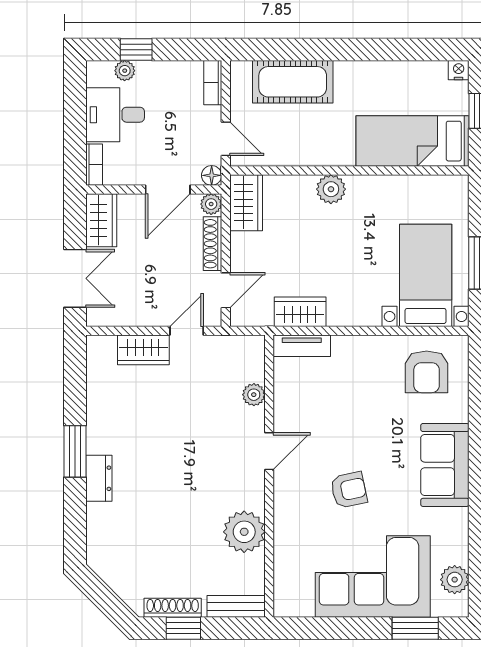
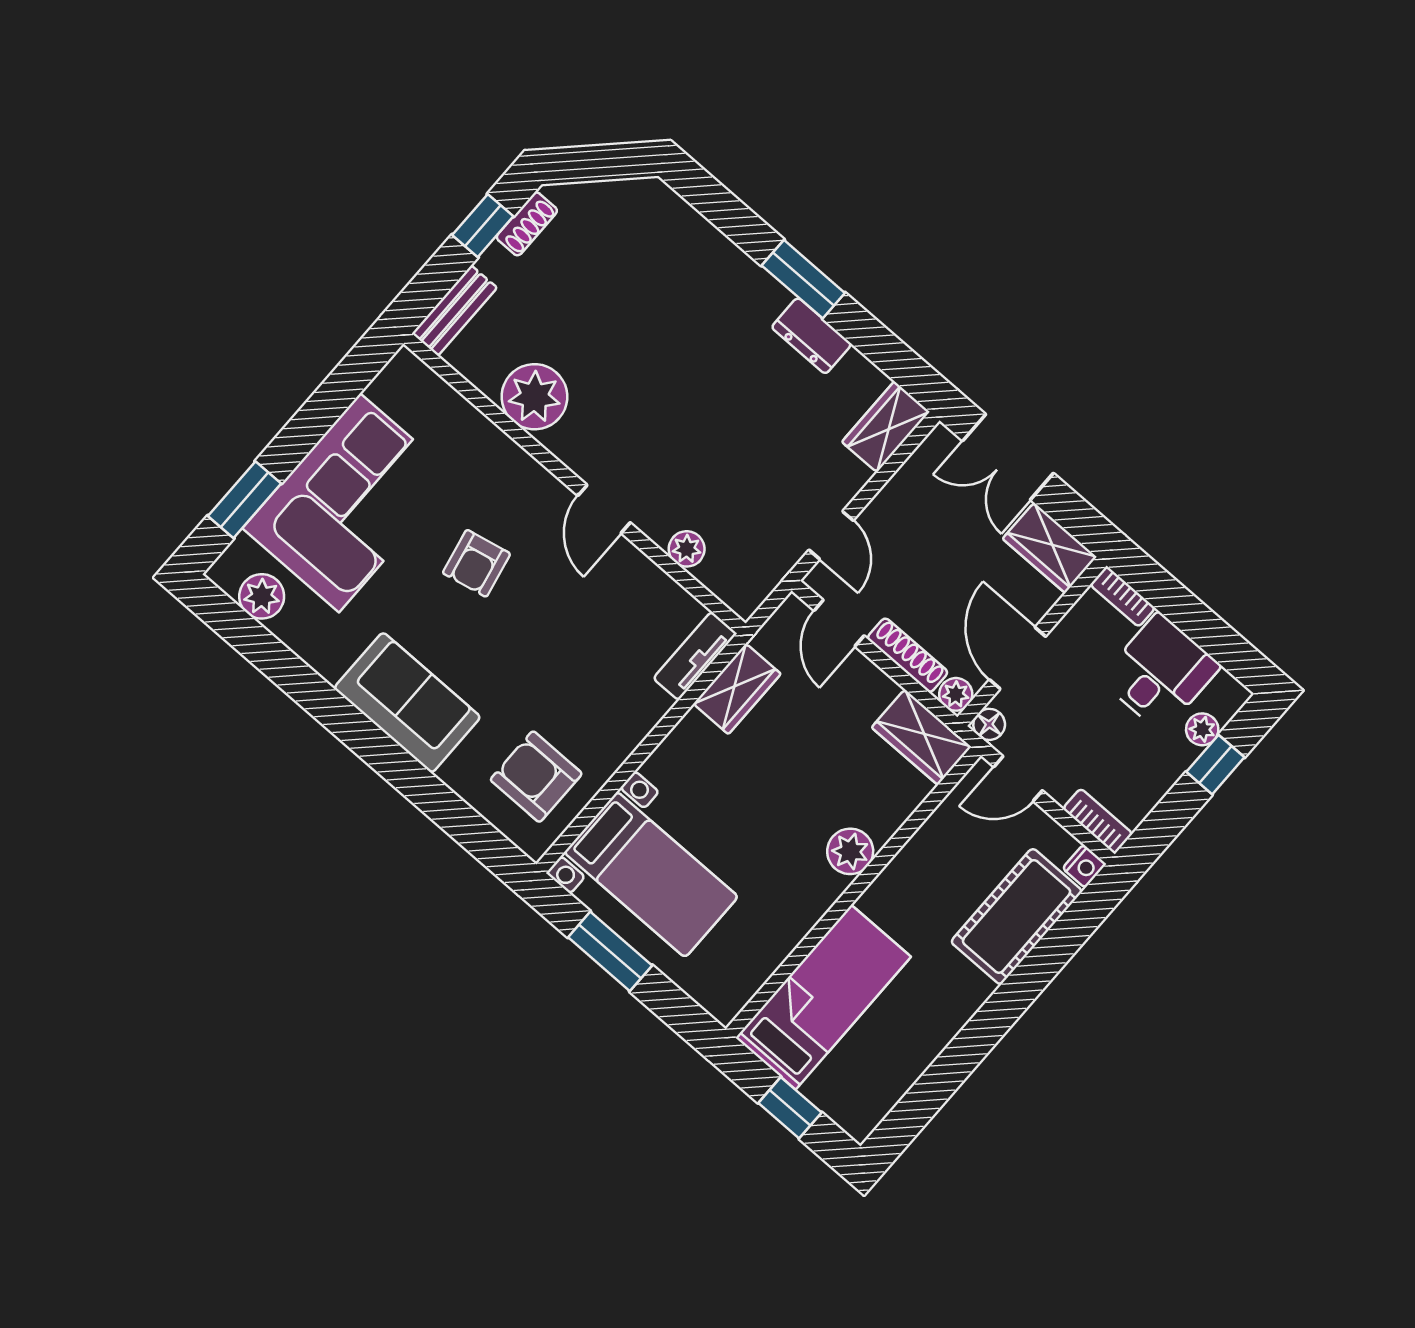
nightstand: (459, 70) -> (1084, 866), moved
wardrobe: (143, 350) -> (886, 427), moved
dresser: (99, 478) -> (811, 336), moved
shoe rack: (173, 608) -> (527, 224), width x0.70

